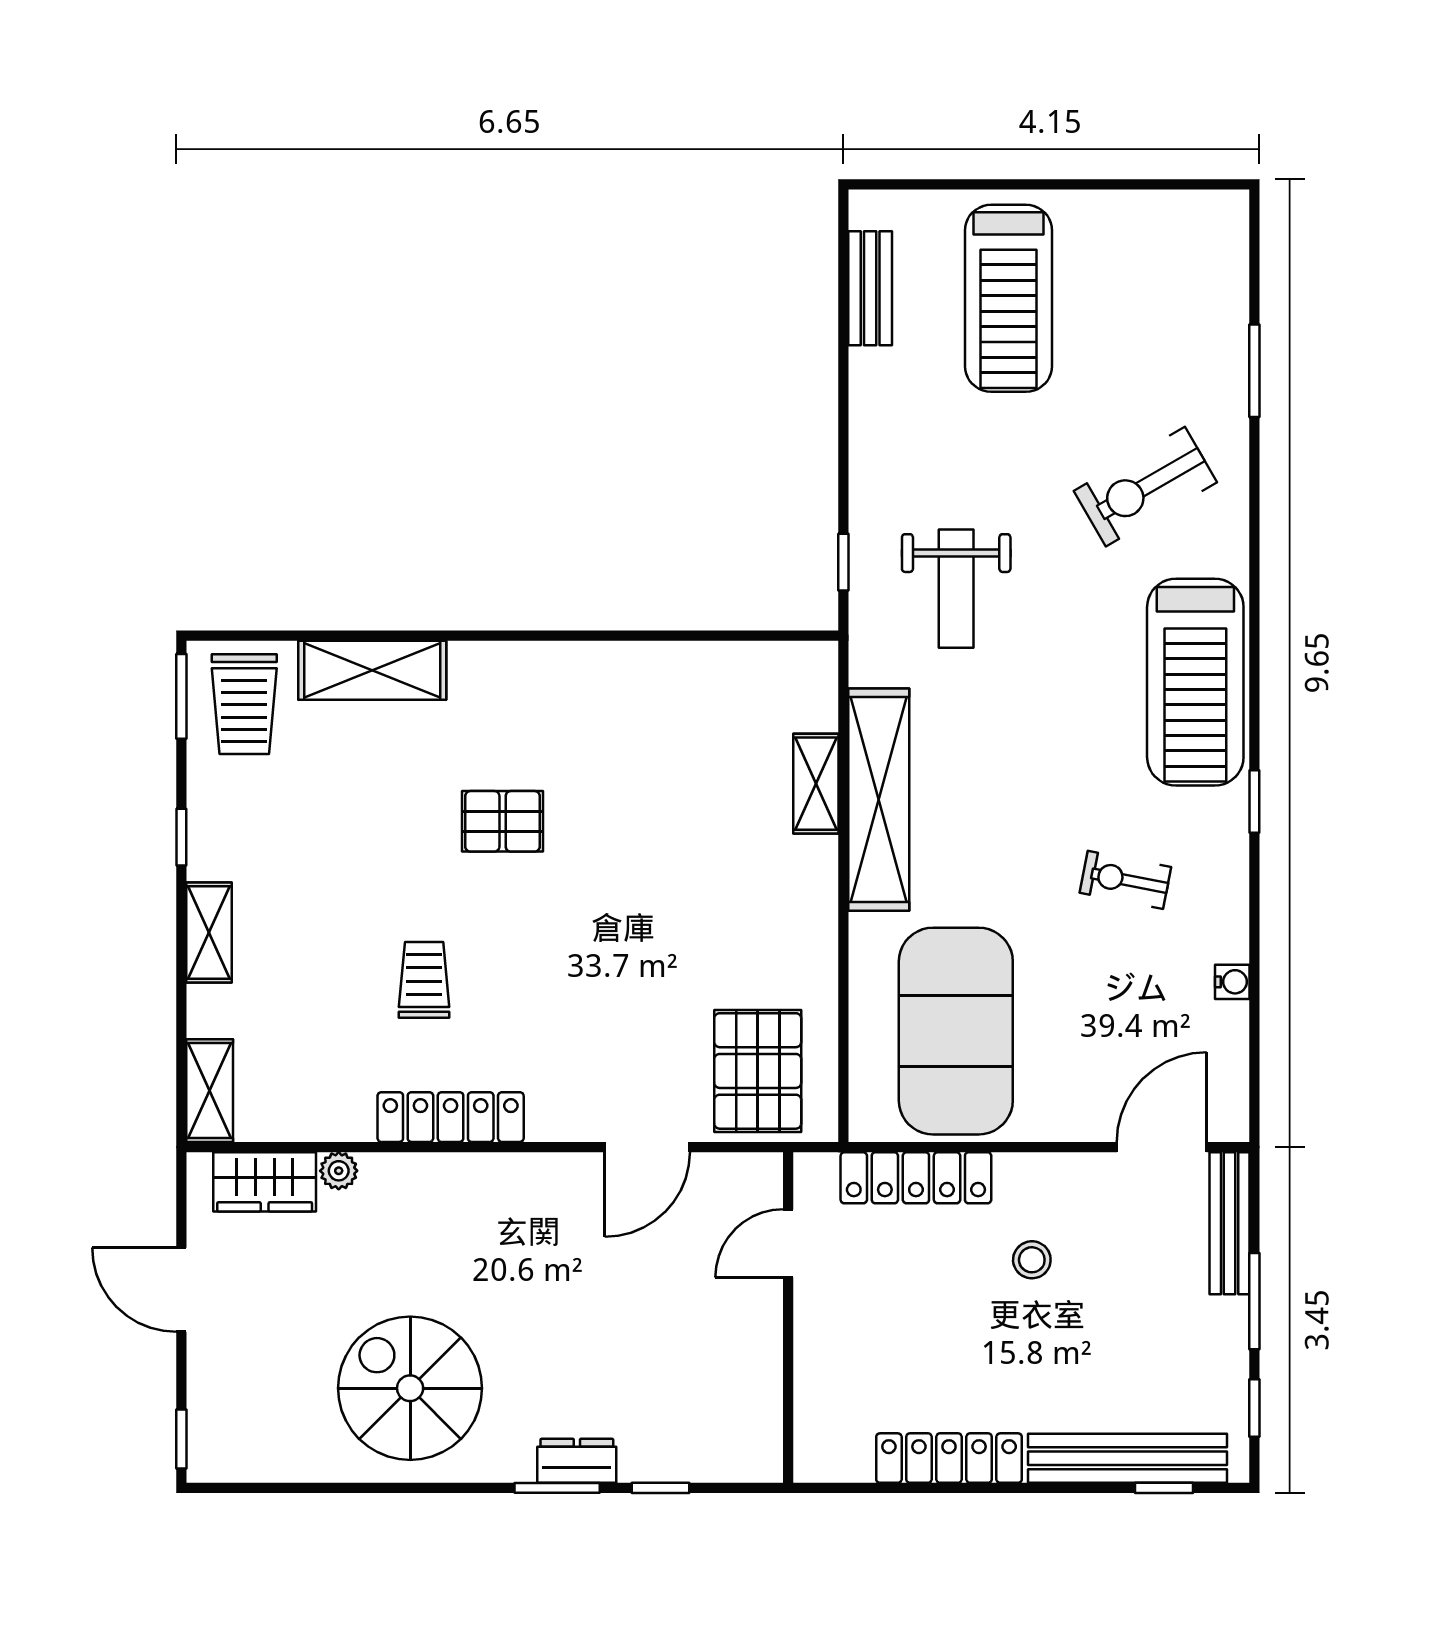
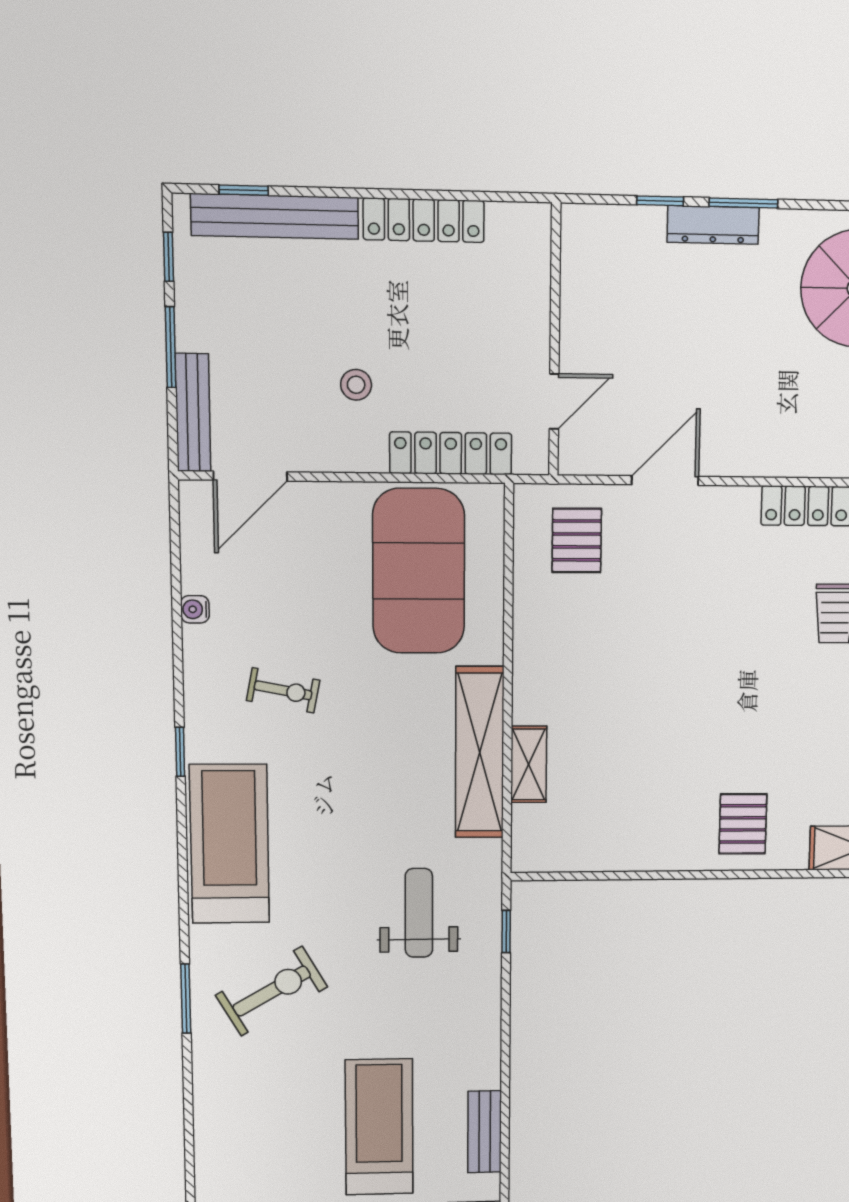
window: (1254, 371) -> (186, 999), moved
pallet: (503, 821) -> (743, 824), moved, turned 90
pallet: (758, 1071) -> (577, 540), width x0.67, depth x0.71
dresser: (577, 1461) -> (713, 225), width x1.44

